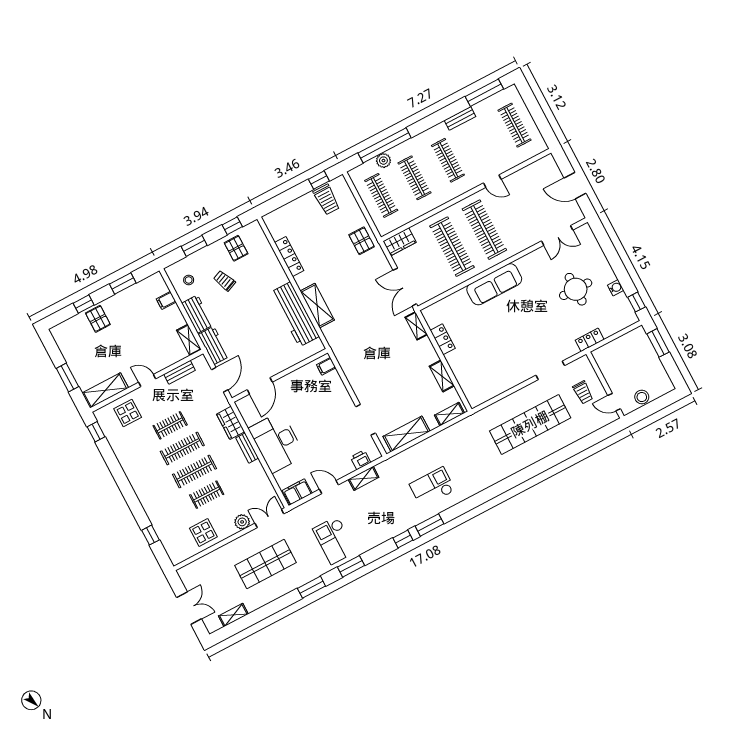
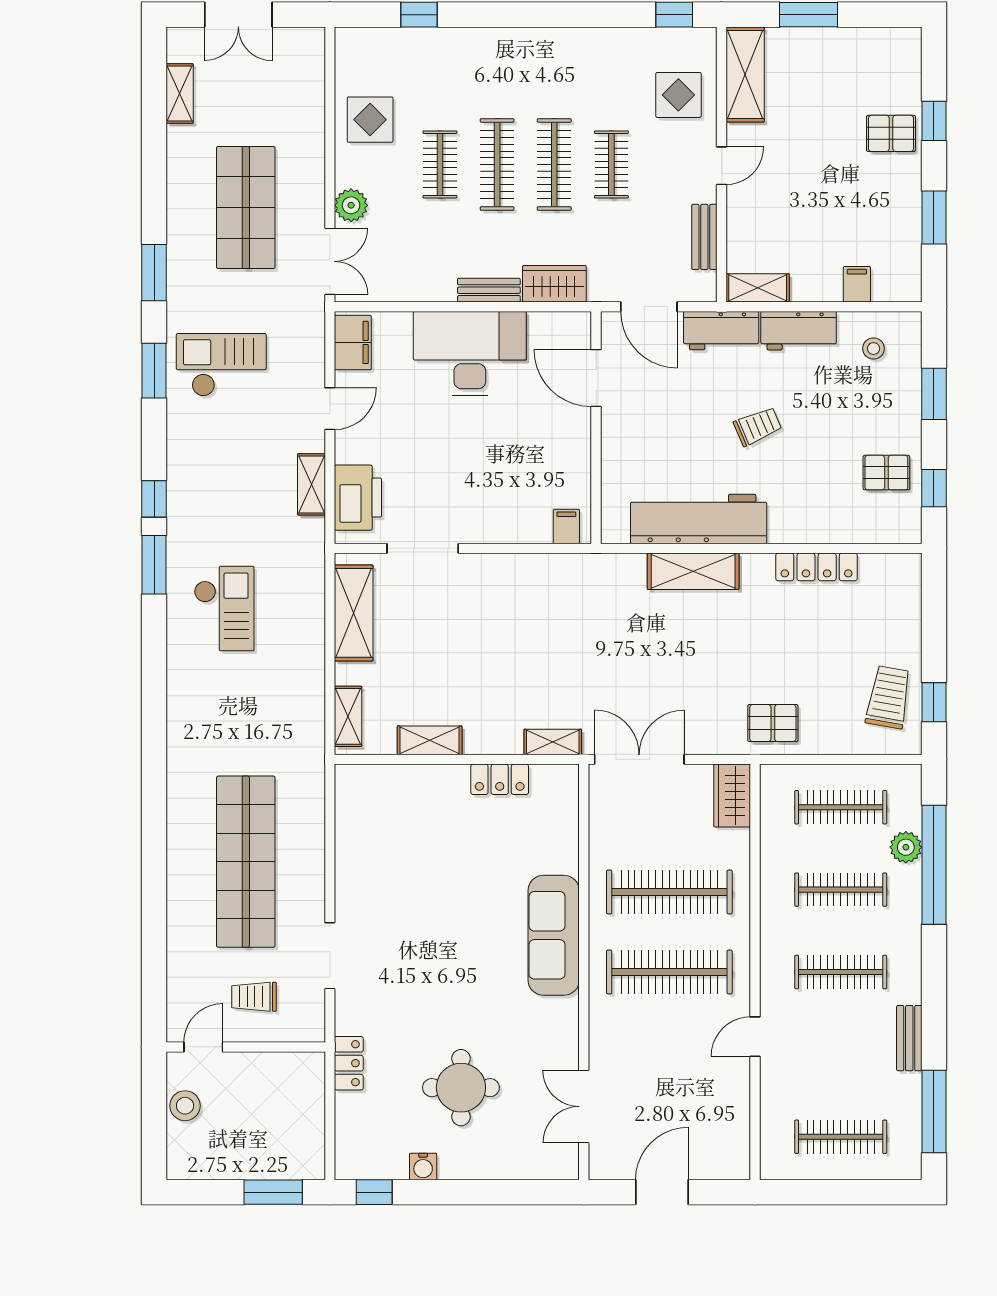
trolley: (327, 200) -> (889, 697), turned 100
trolley: (224, 281) -> (758, 426), moved
printer: (361, 460) -> (358, 498), width x1.87, depth x1.48

